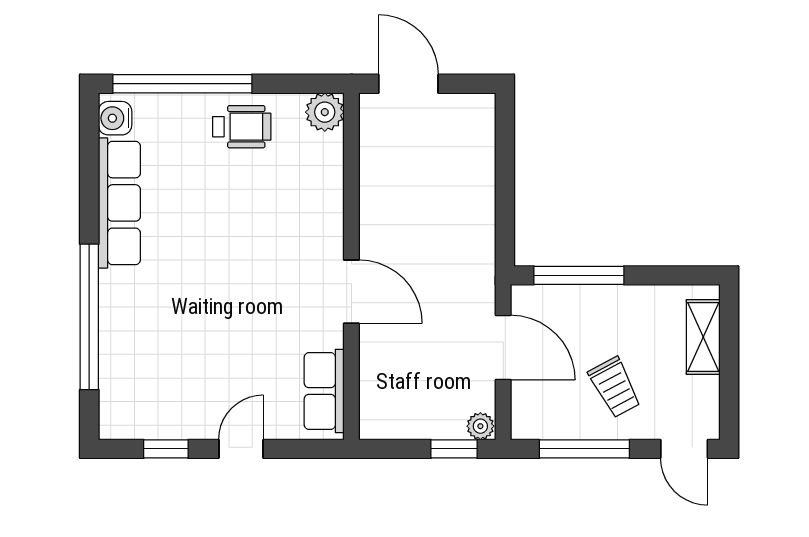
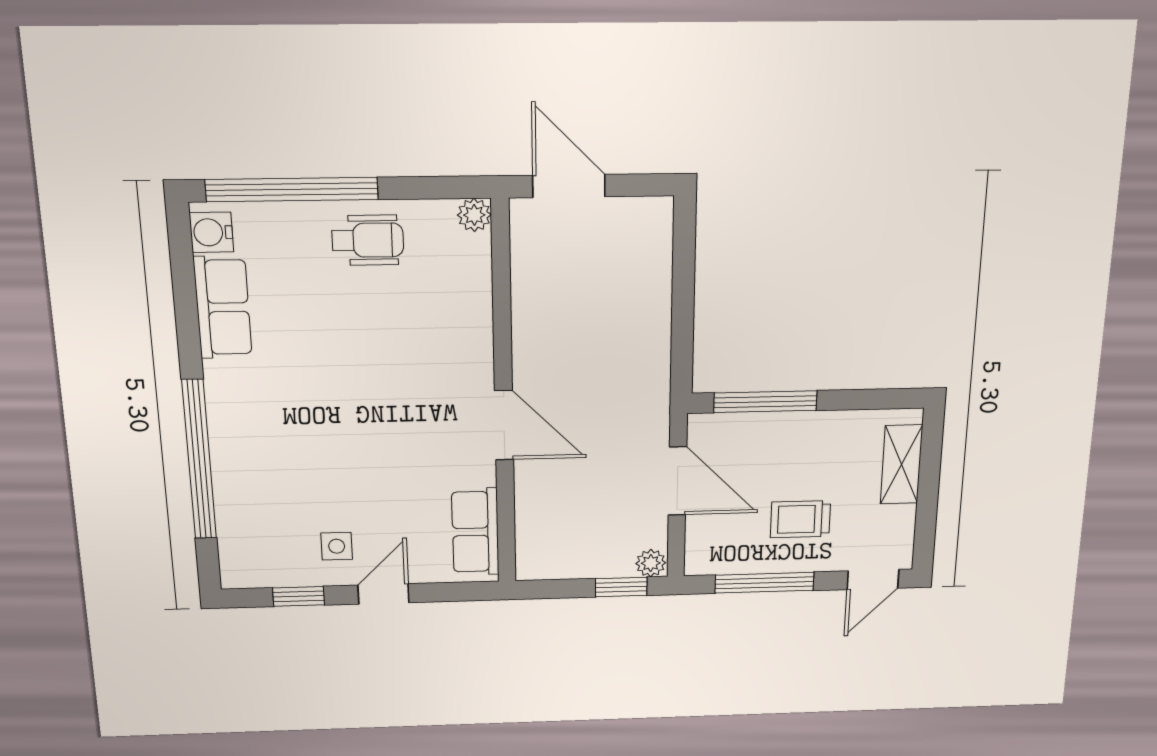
plant: (325, 112) -> (474, 215), width x0.73, depth x0.73
row of seats: (119, 203) -> (223, 307), width x0.68
trolley: (615, 387) -> (800, 519), turned 118
side table: (202, 401) -> (337, 546), added
door: (684, 449) -> (873, 580), hinge flipped

